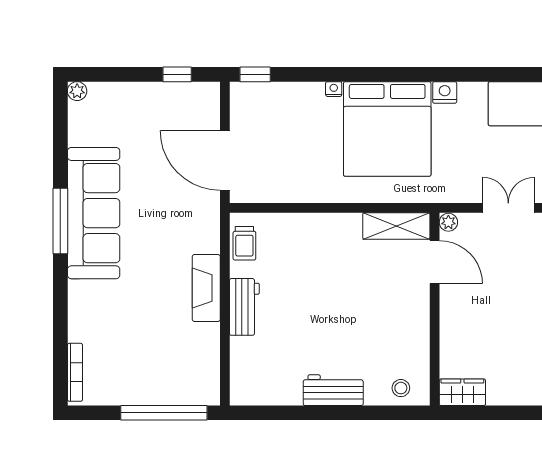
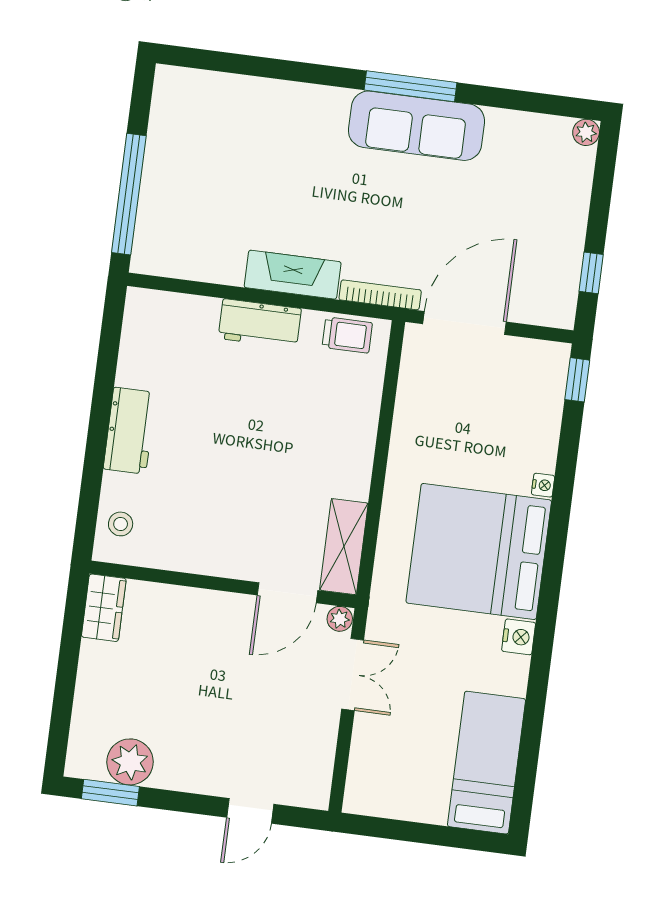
double door: (508, 208) -> (353, 675), moved
sofa: (94, 213) -> (416, 126), width x0.74, depth x0.79
trolley: (244, 243) -> (347, 335), turned 180
bookcase: (75, 372) -> (380, 295), moved, turned 180

